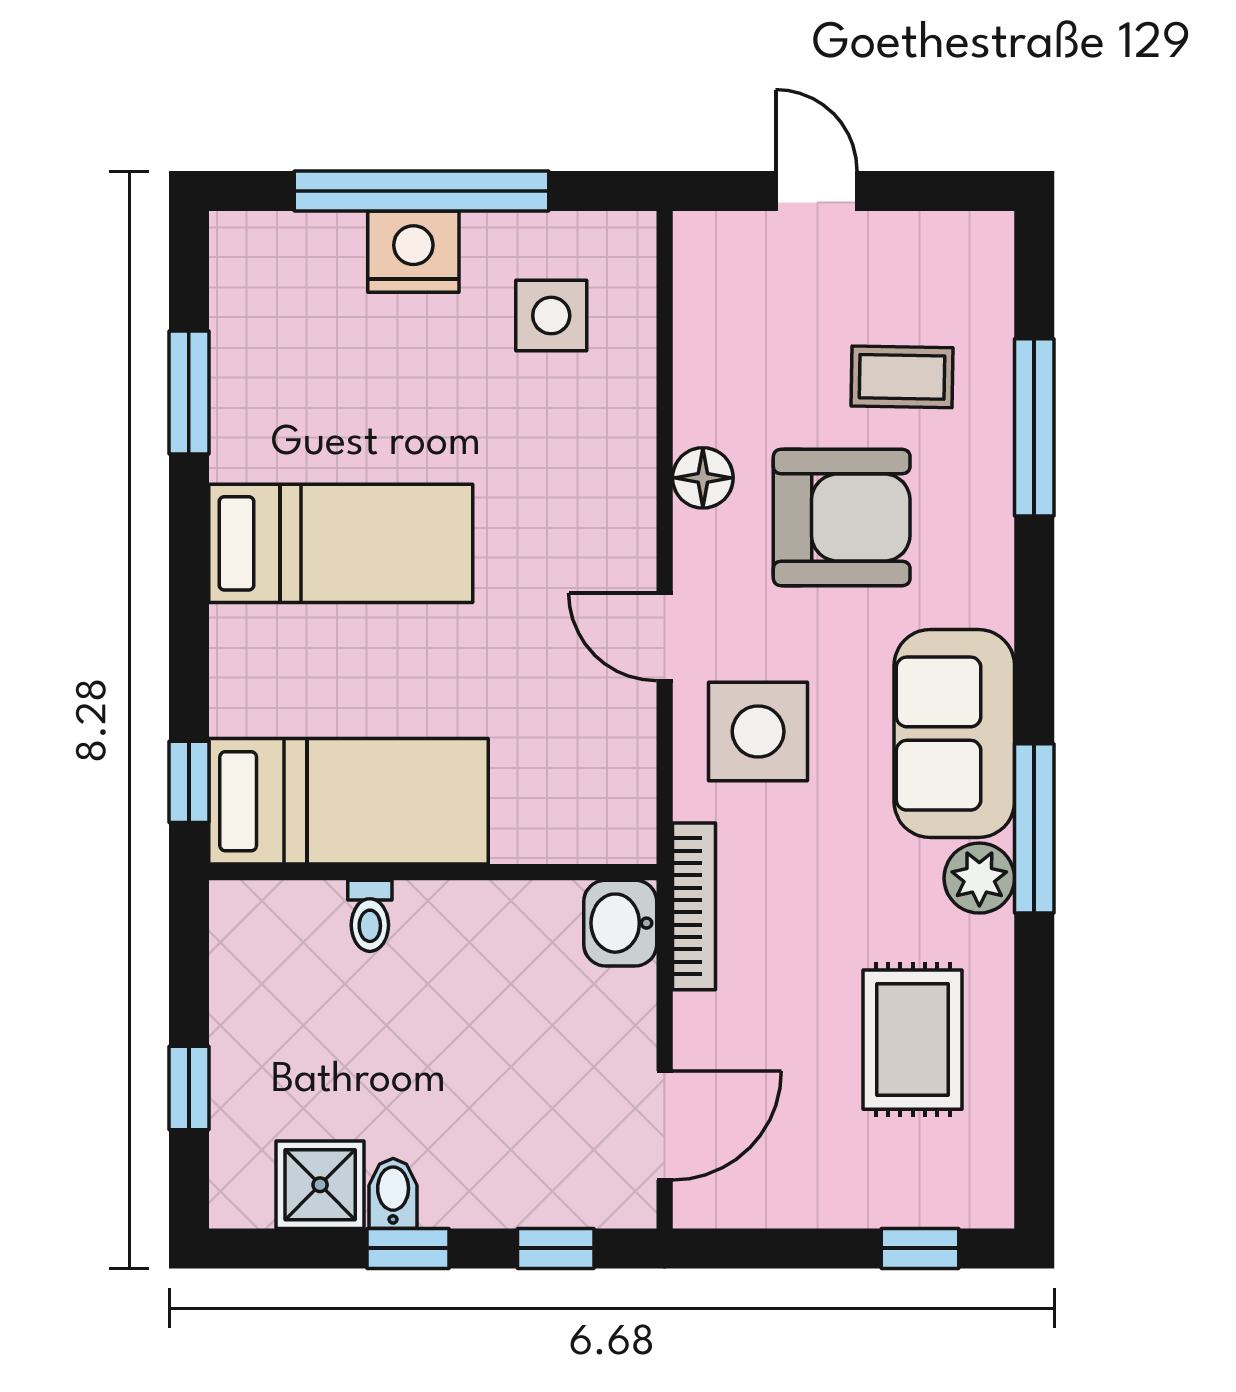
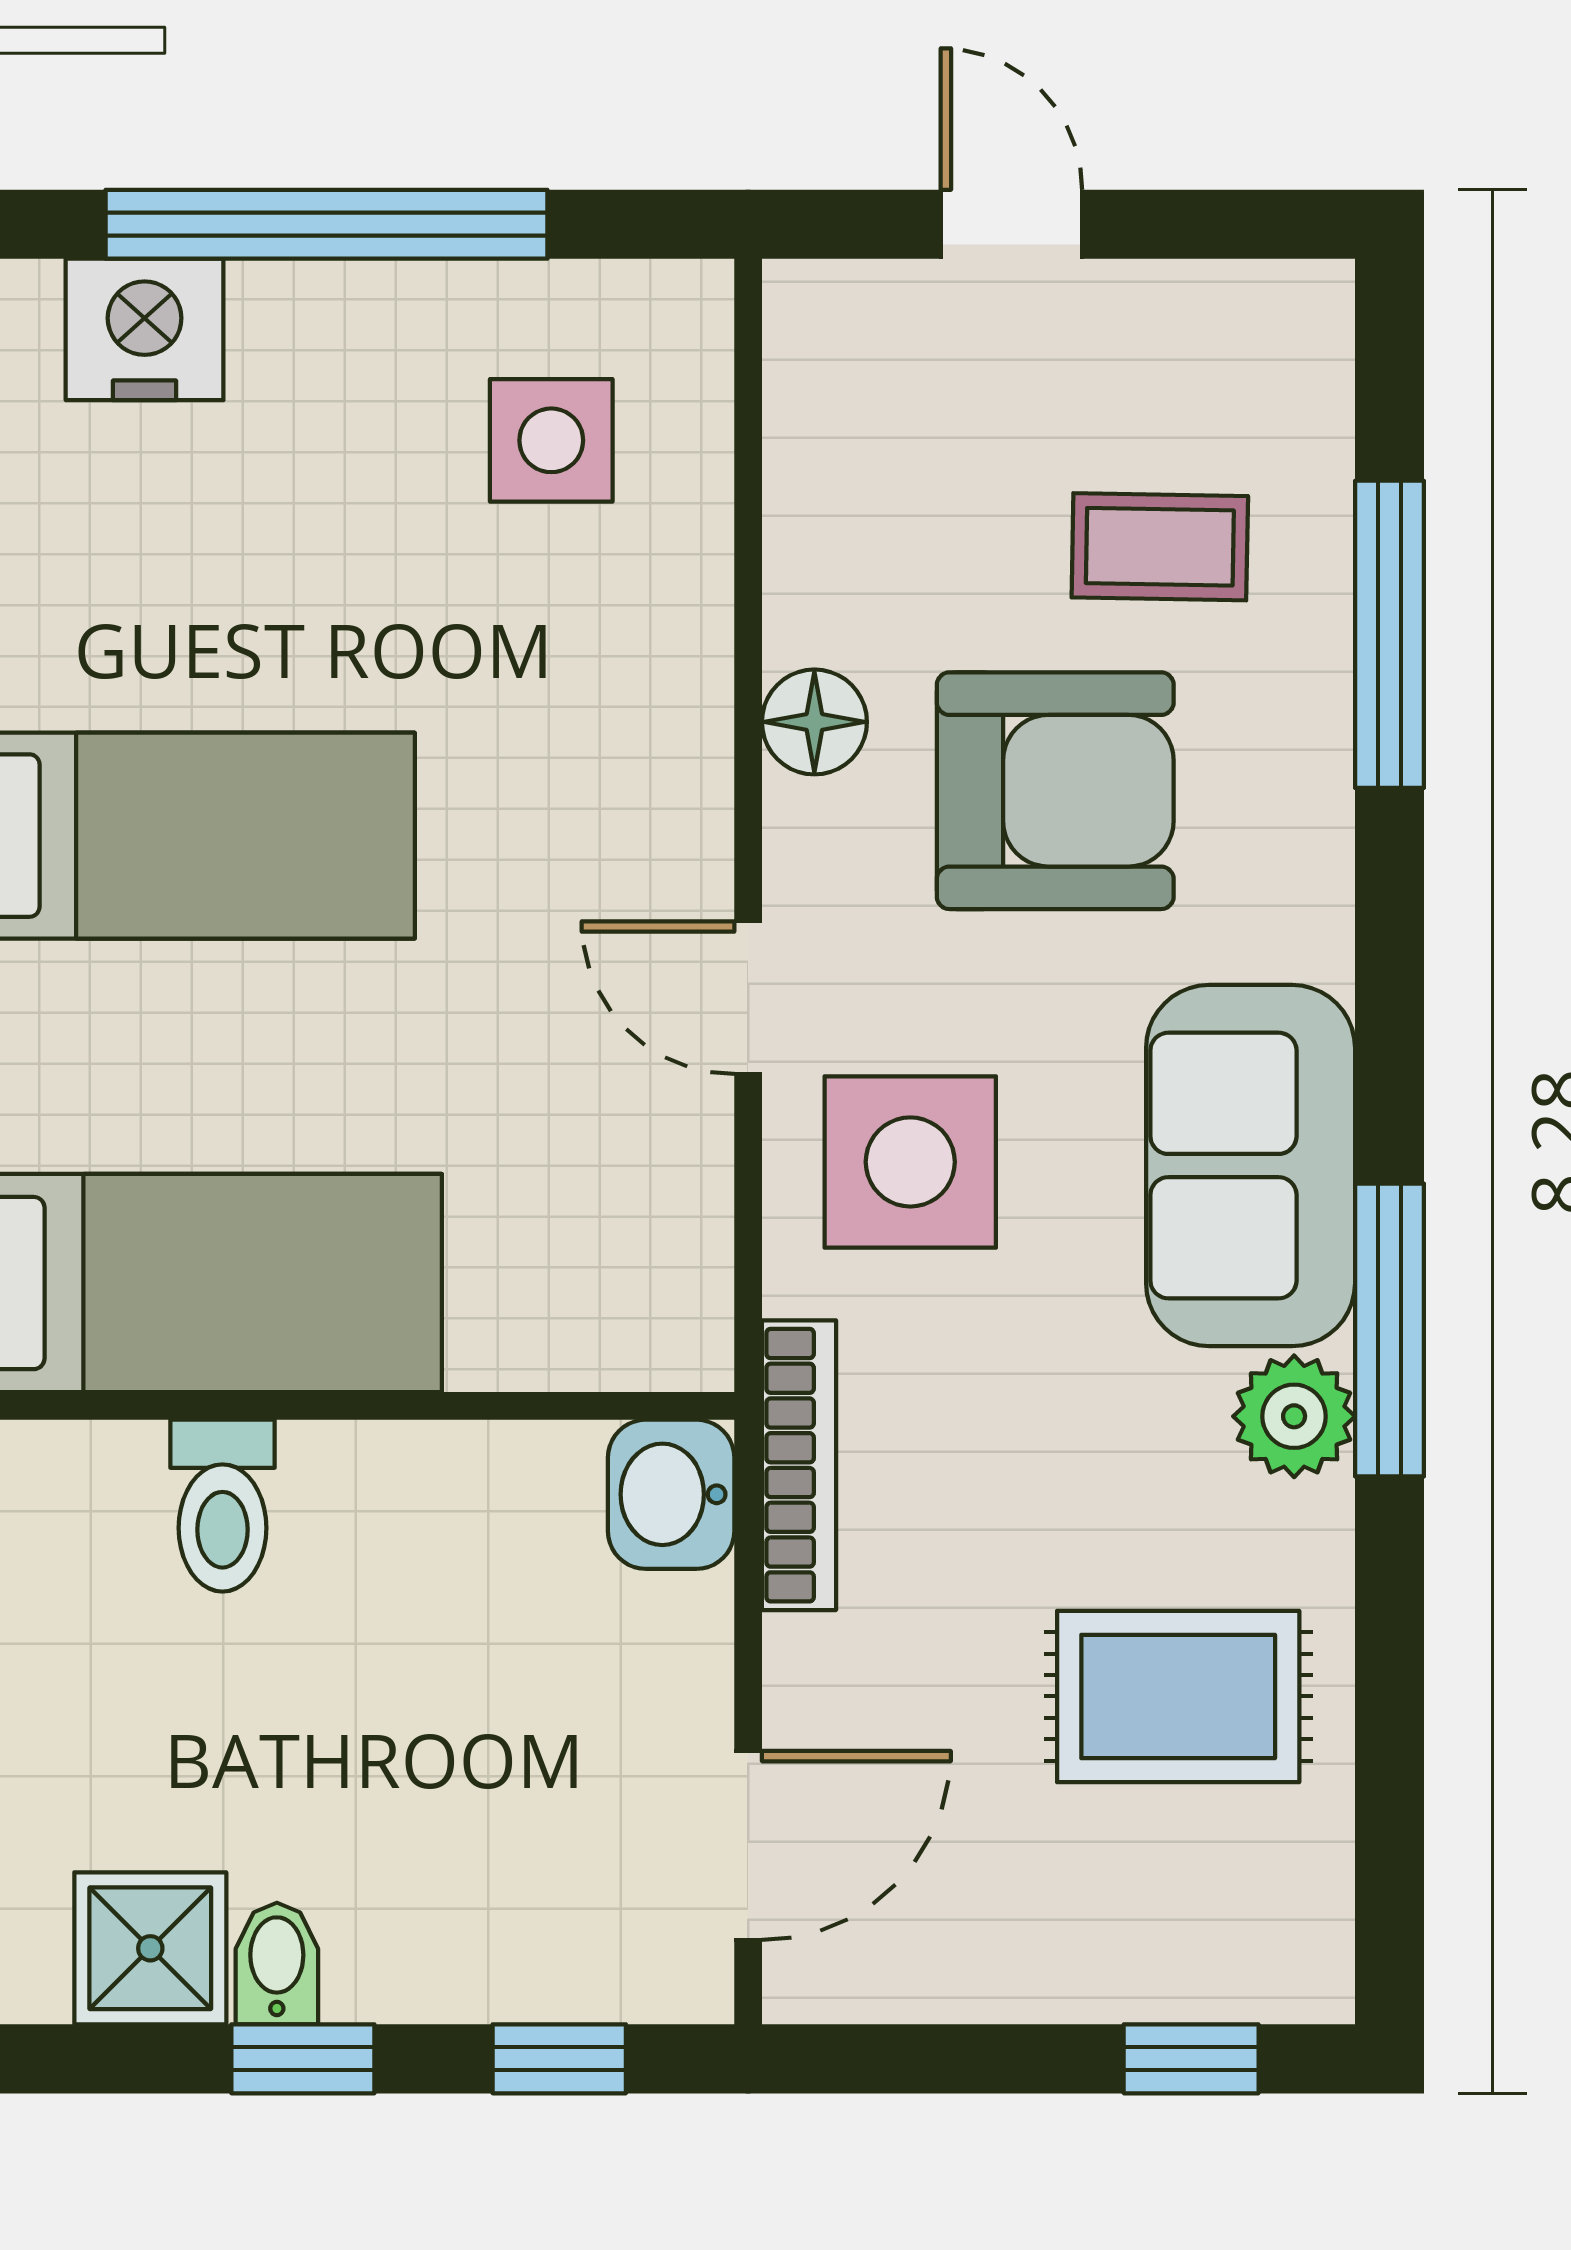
nightstand: (413, 252) -> (145, 329), moved
toilet: (370, 916) -> (222, 1506), width x1.37, depth x1.39
rug: (913, 1040) -> (1178, 1696), turned 90

